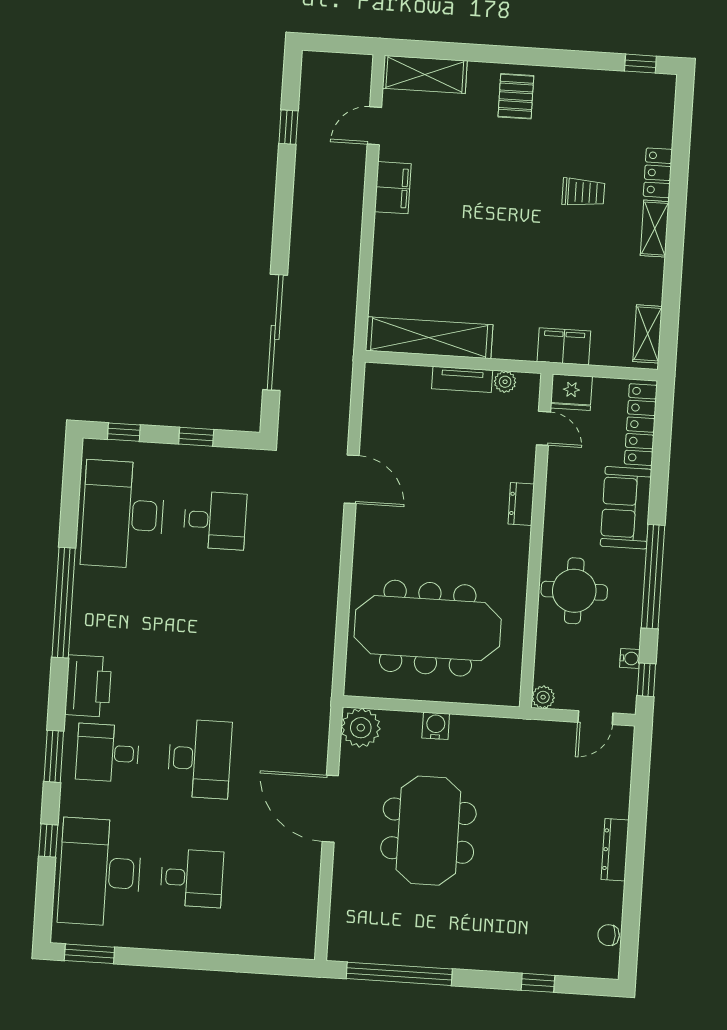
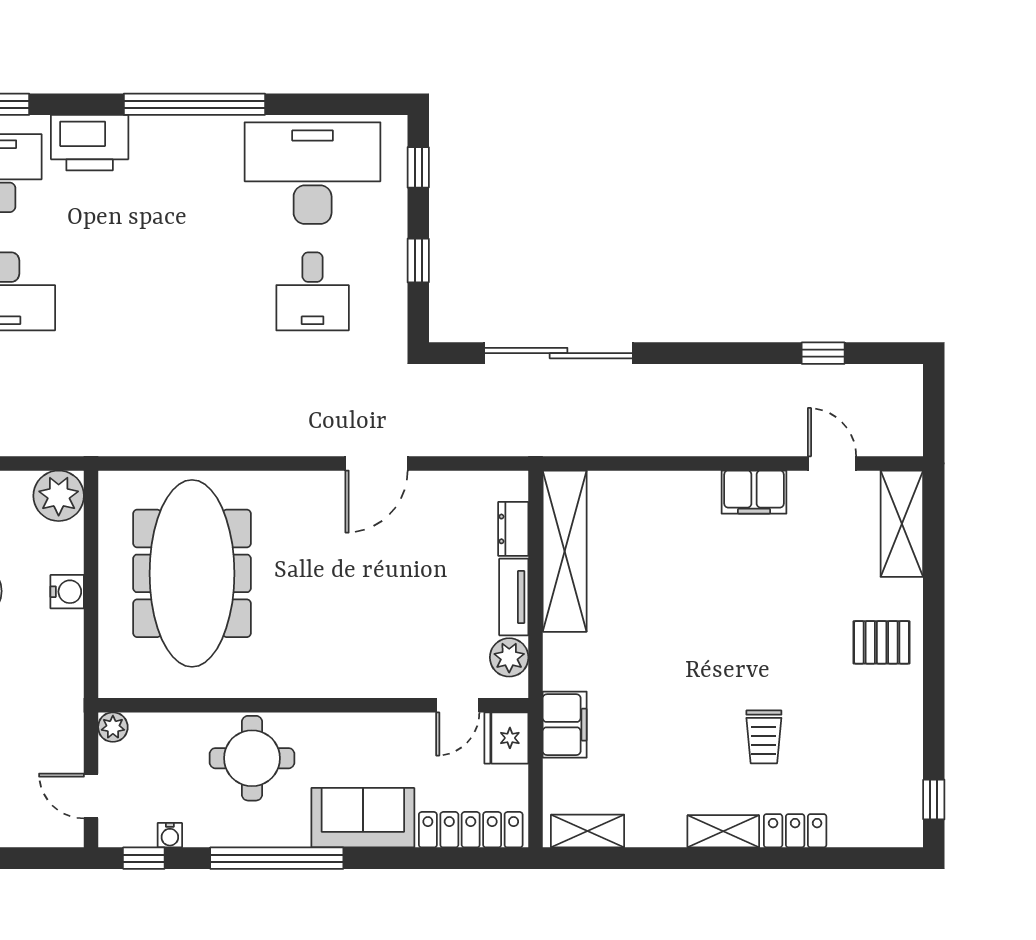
plant: (505, 382) -> (509, 657), width x1.38, depth x1.38
dresser: (521, 504) -> (513, 529), moved, turned -90

